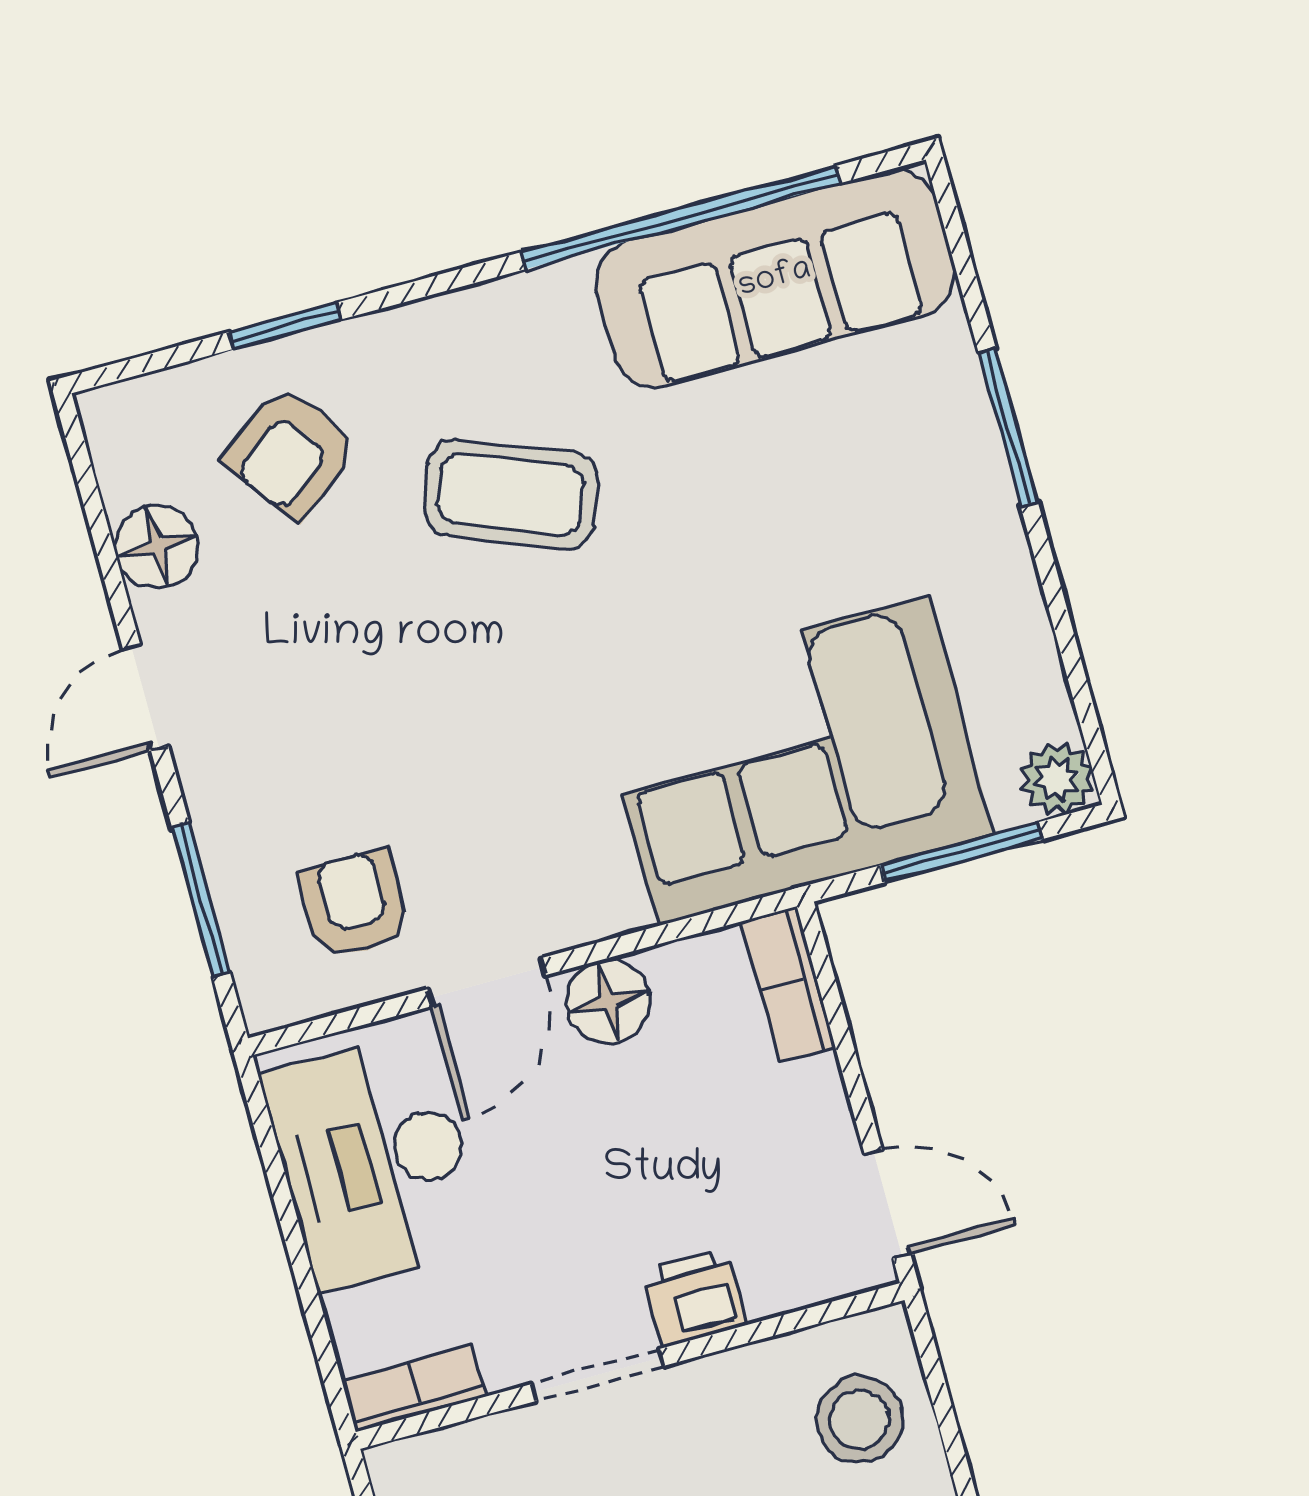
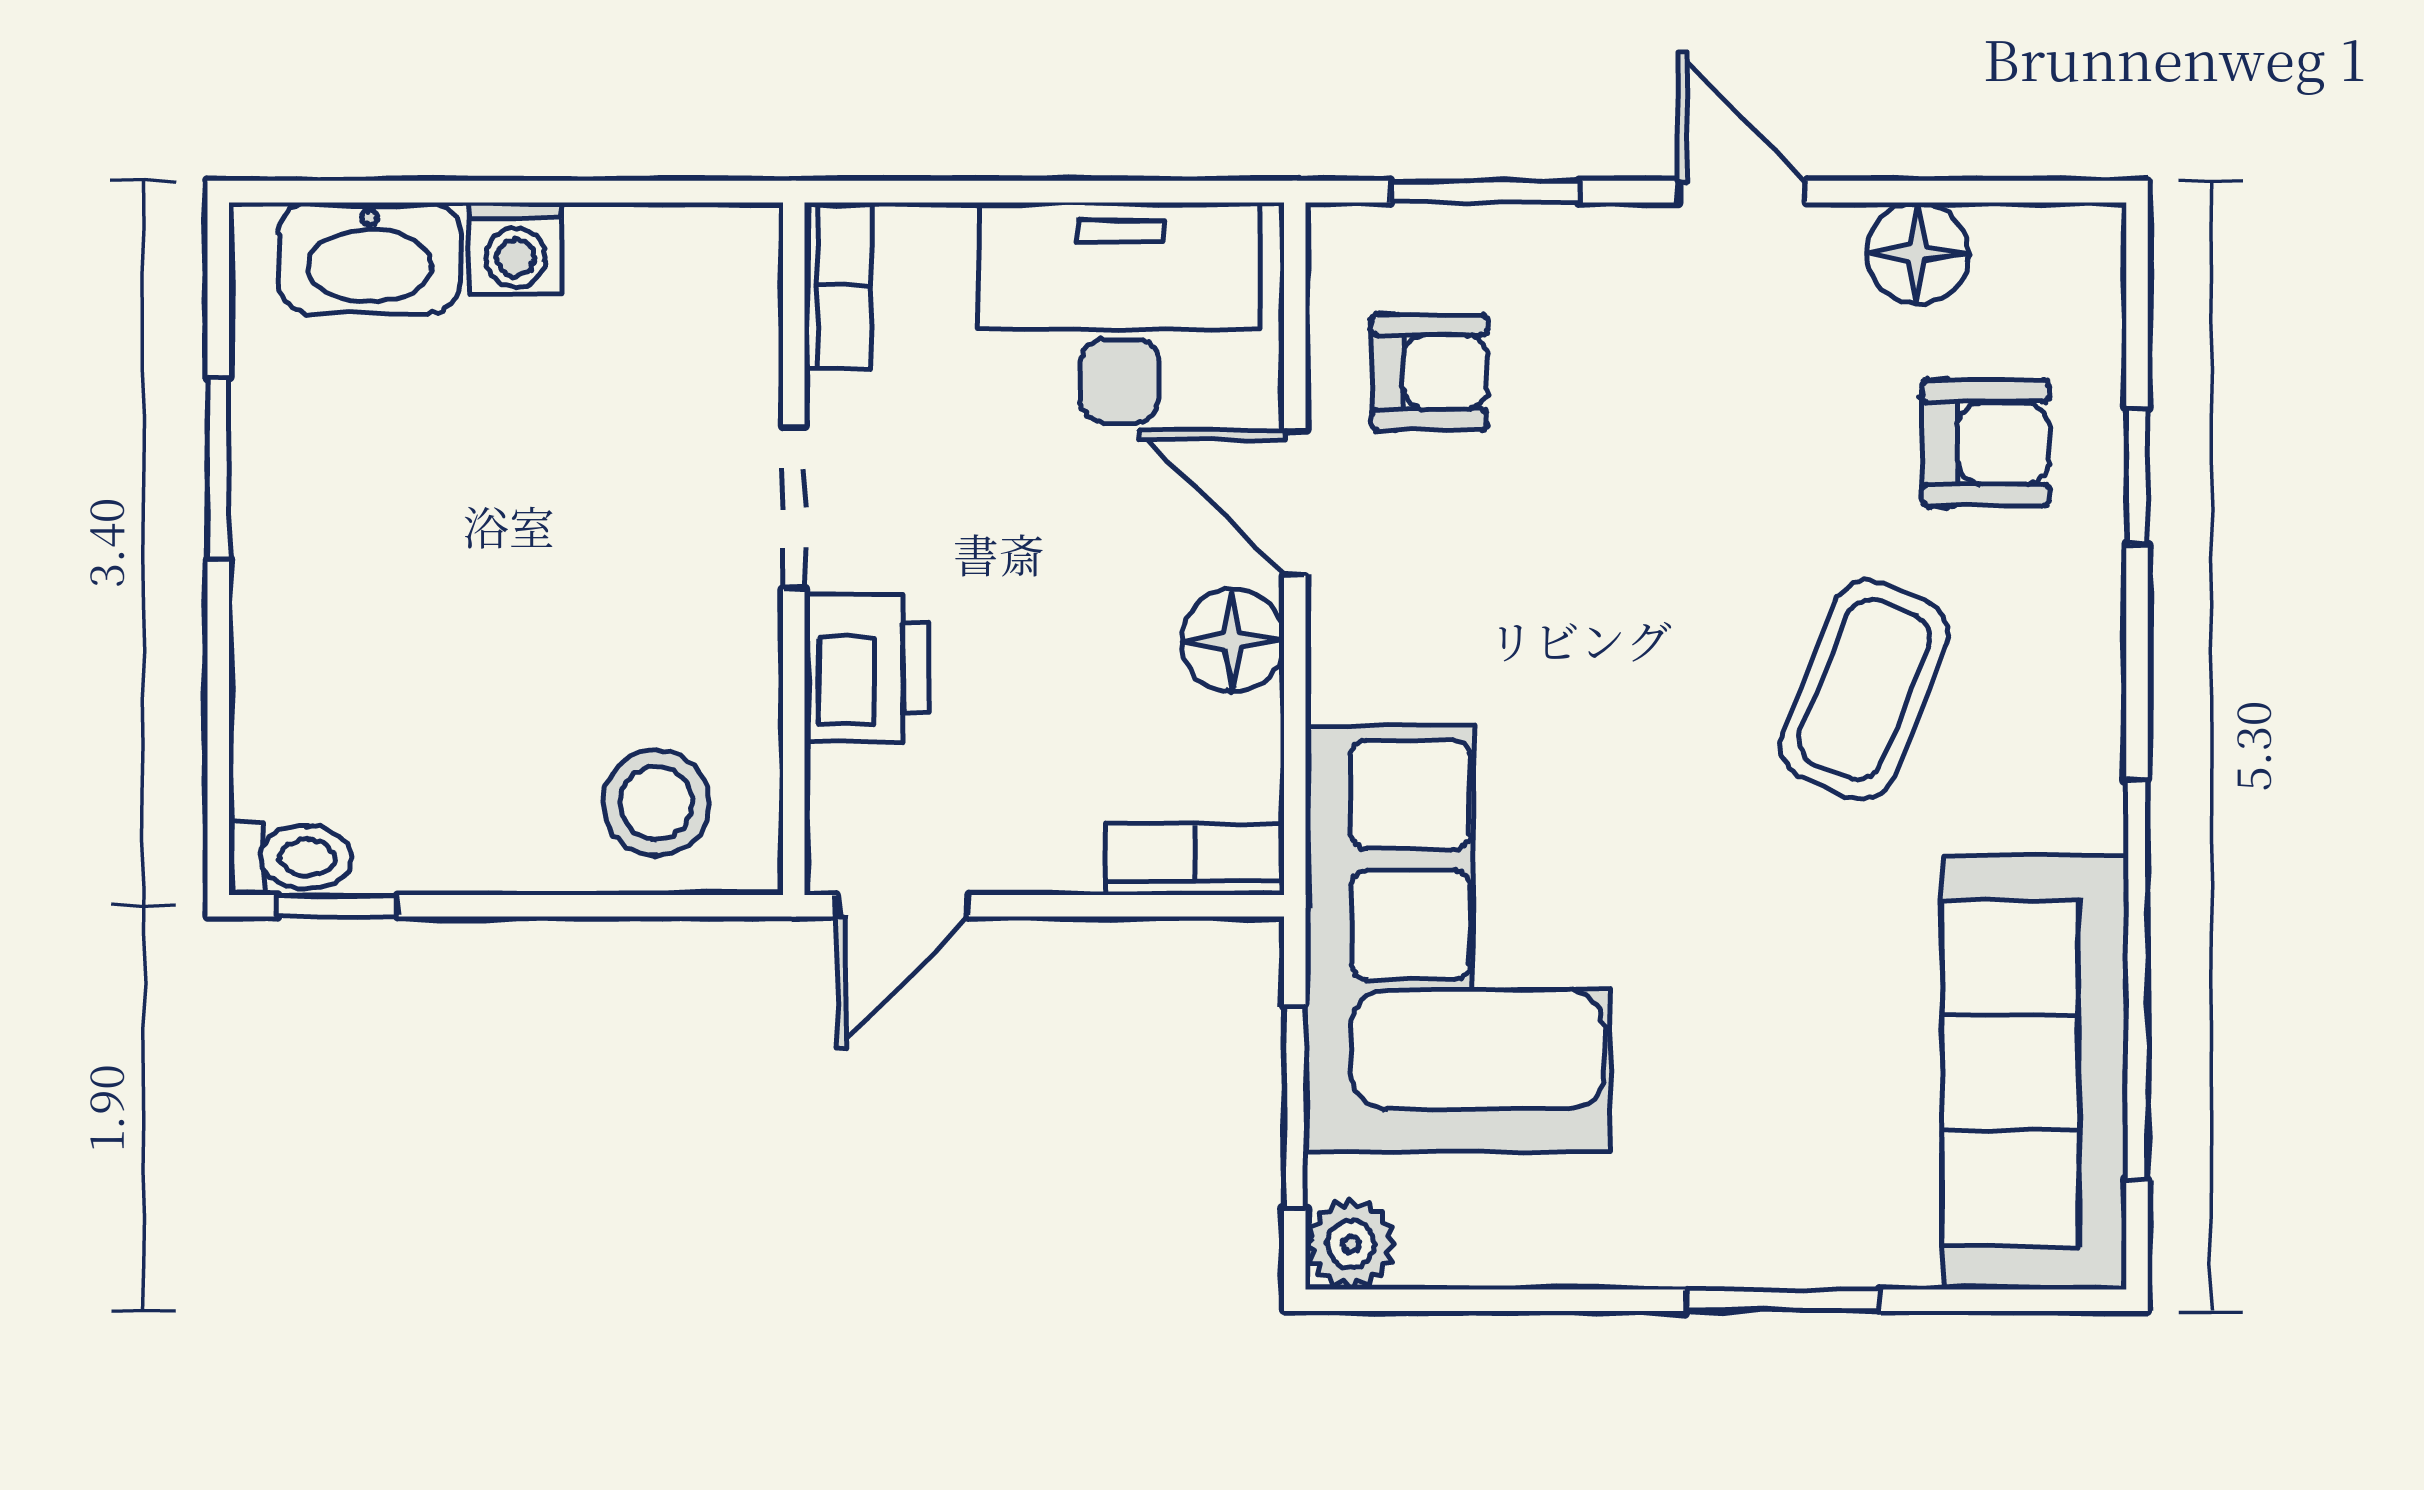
armchair: (291, 452) -> (1986, 443), turned 127
printer: (695, 1297) -> (866, 667), width x1.36, depth x1.24

